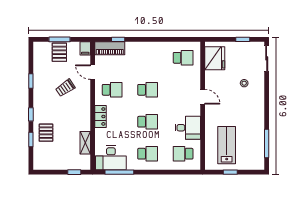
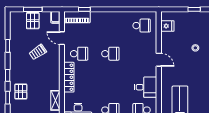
fridge: (215, 58) -> (167, 26), width x0.53, depth x0.75
locker: (101, 116) -> (69, 77), width x1.53
school desk: (148, 122) -> (110, 82), removed

